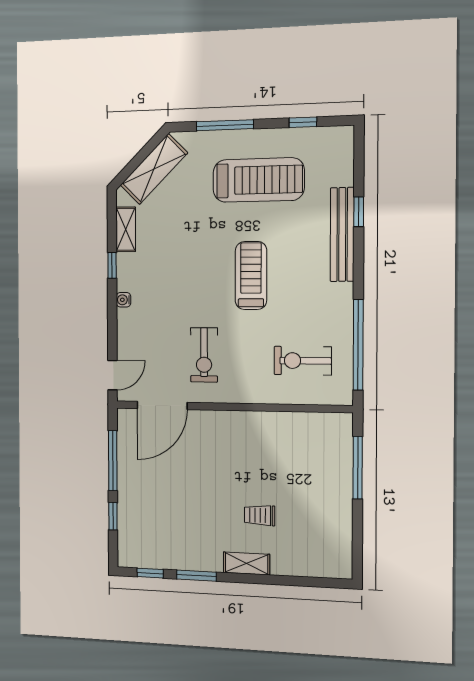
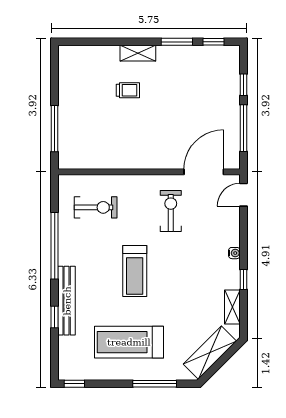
window: (303, 122) -> (74, 384), moved
window: (358, 345) -> (55, 246), moved

